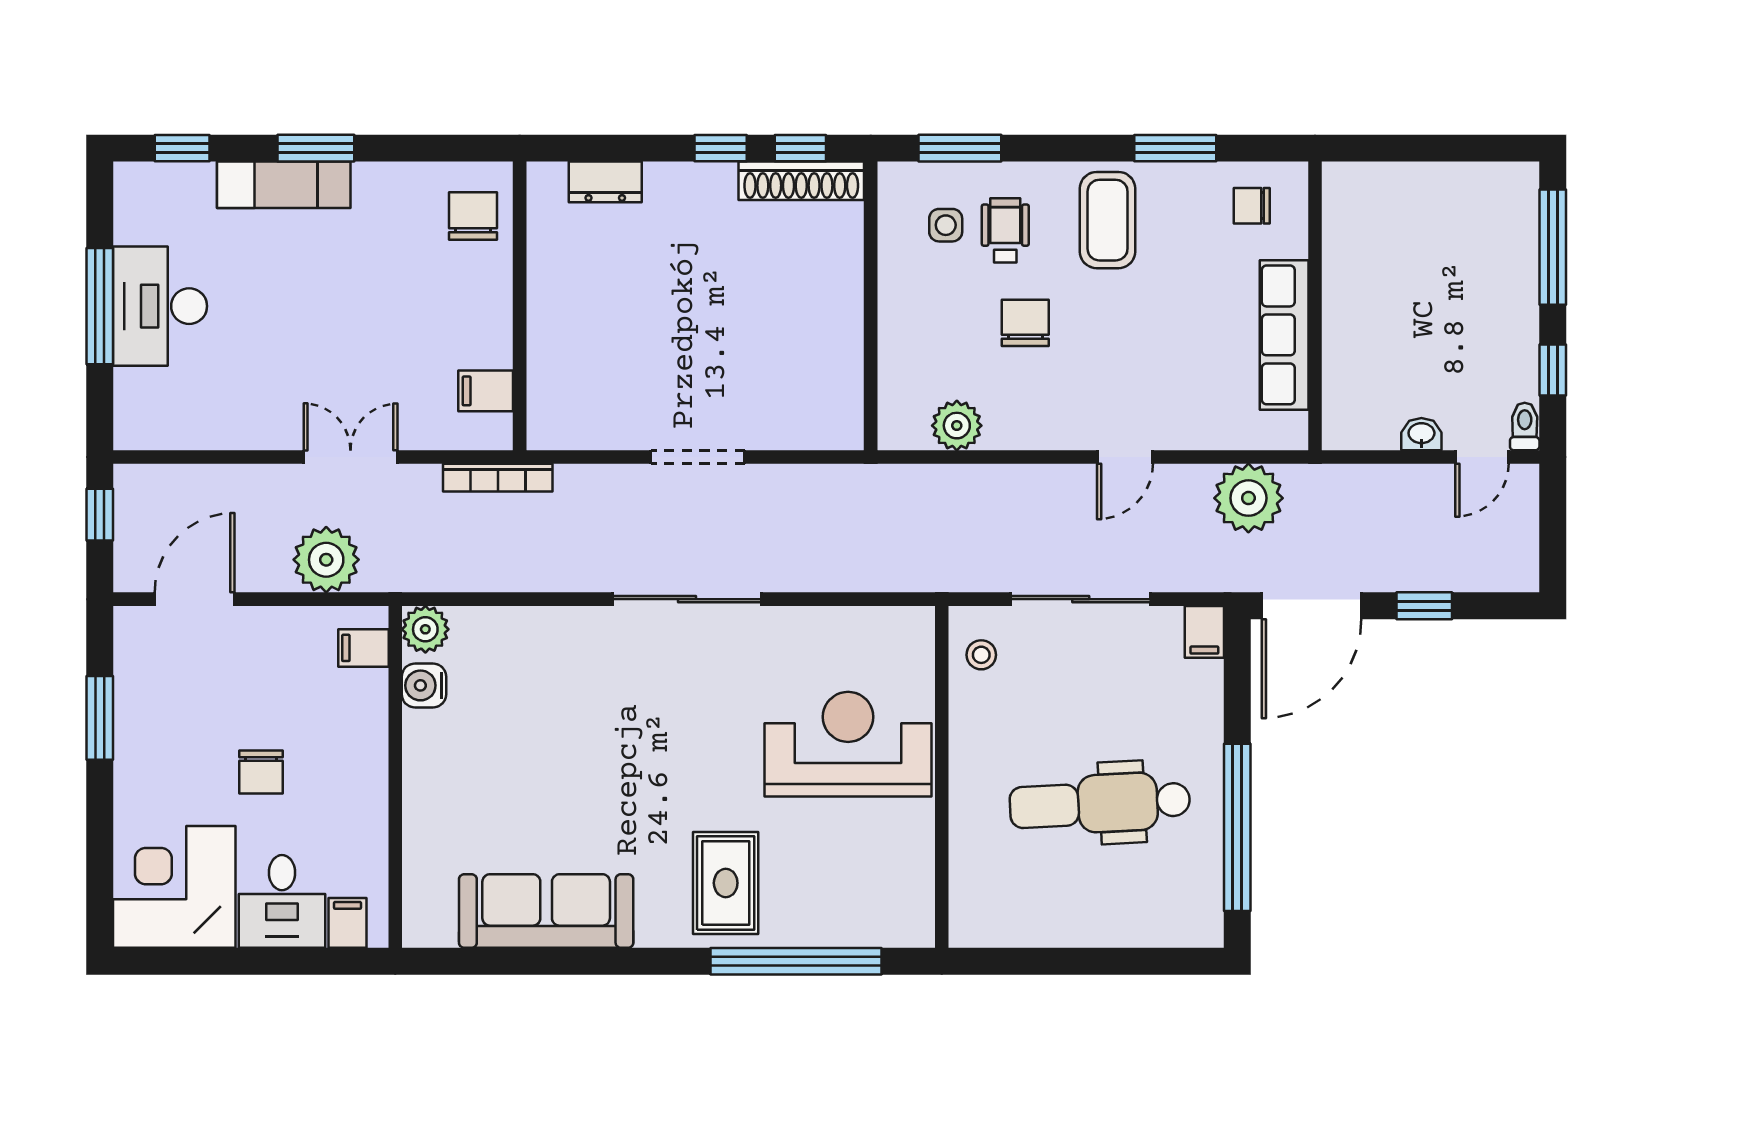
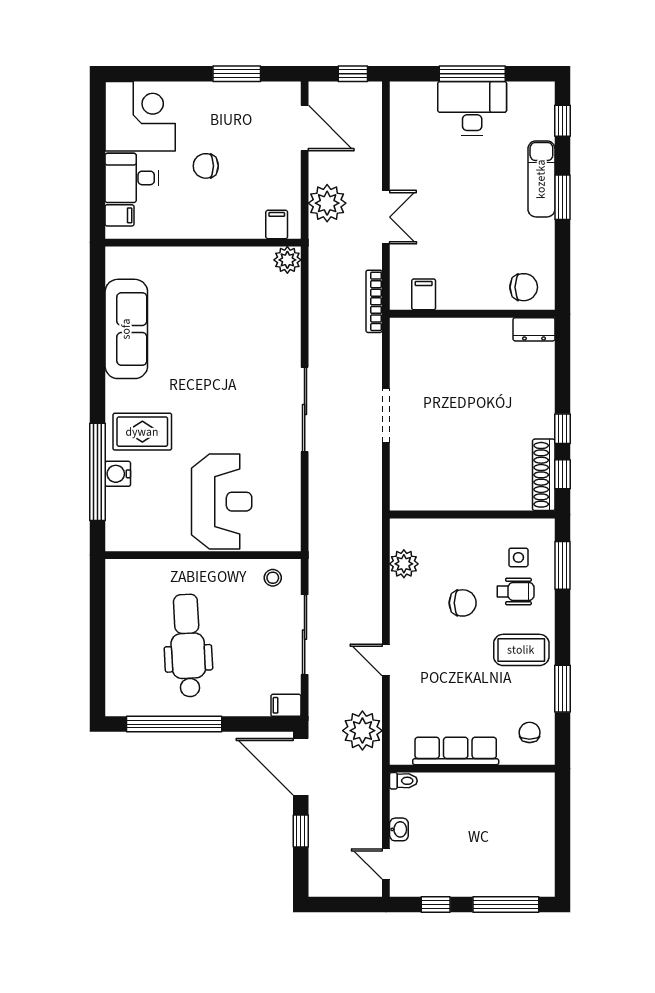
dresser: (605, 182) -> (534, 329), moved, turned -90
toilet: (1525, 426) -> (403, 781), moved
water cooler: (424, 685) -> (118, 474), moved, turned -90

